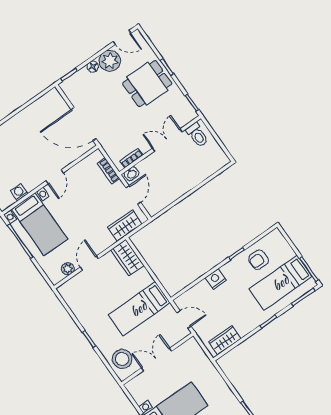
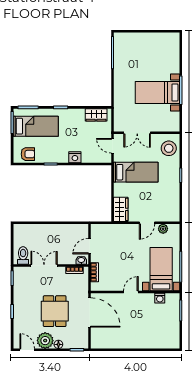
dining table: (147, 84) -> (55, 311), moved, turned 90
double door: (167, 140) -> (44, 266), swing flipped
wardrobe: (125, 225) -> (108, 231), removed
armchair: (259, 260) -> (28, 154), moved
double door: (157, 360) -> (137, 133), moved

